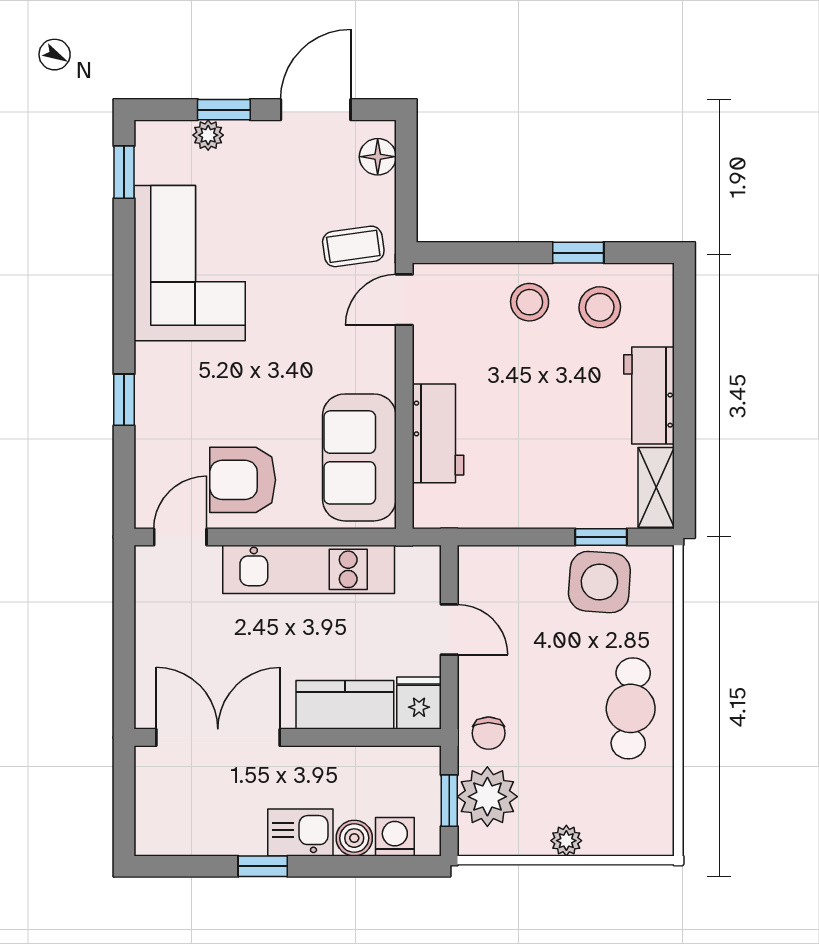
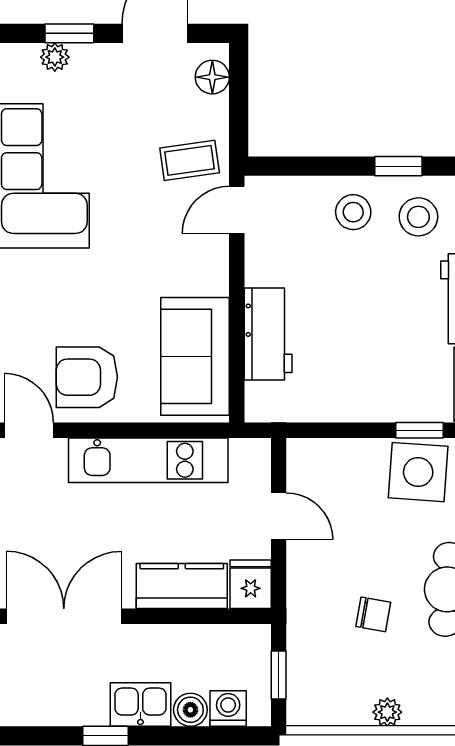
door: (180, 537) -> (29, 430), hinge flipped
chair: (489, 733) -> (373, 614), moved, turned -80
plant: (487, 797) -> (314, 671), removed

